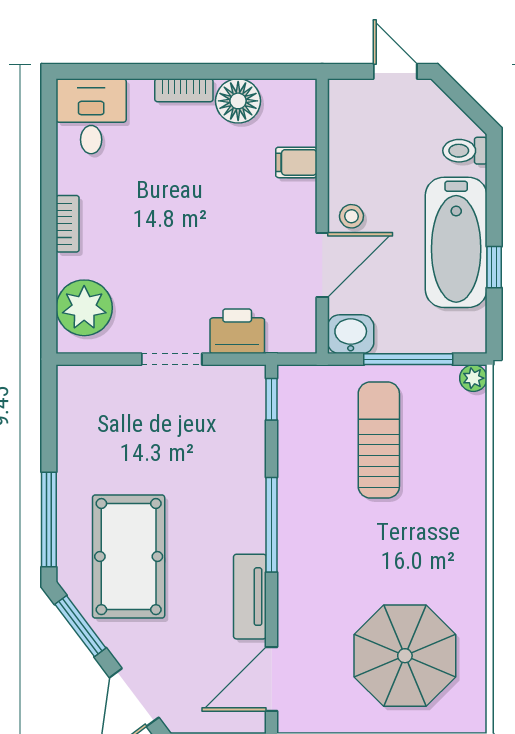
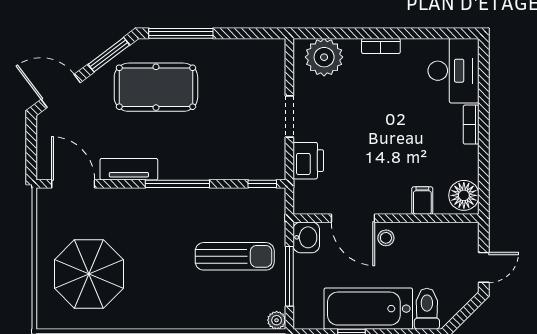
floor lamp: (238, 101) -> (464, 195), moved
desk: (91, 116) -> (454, 71), width x1.37
toilet: (465, 151) -> (427, 309), width x1.37, depth x1.39

